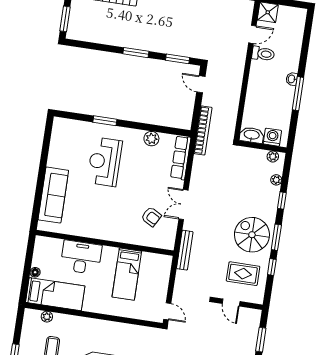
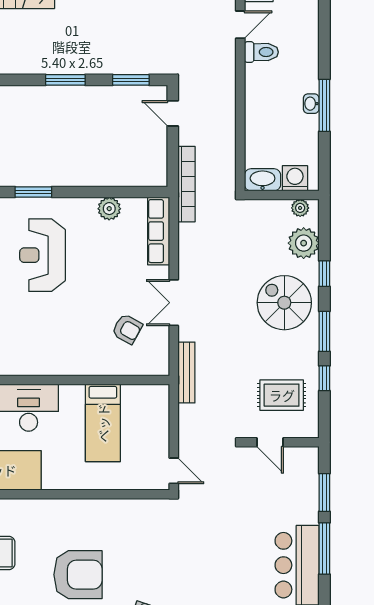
washbasin: (292, 79) -> (311, 104), moved
plant: (276, 180) -> (304, 243), width x1.88, depth x1.88
spiral stairs: (252, 235) -> (284, 303), moved

